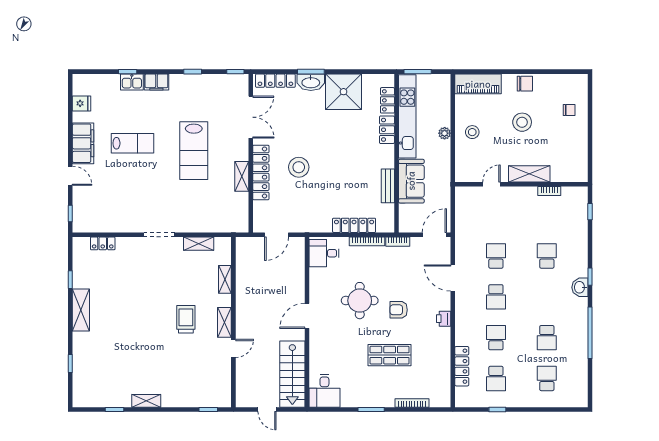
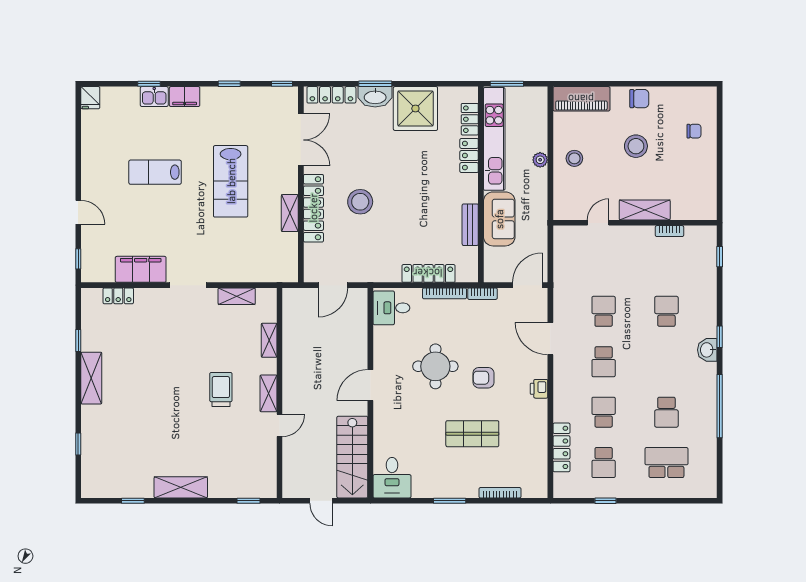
fridge: (82, 103) -> (90, 98), moved, turned 90
filing cabinet: (83, 143) -> (141, 269), moved, turned -90
lab bench: (133, 143) -> (155, 172), turned 180
school desk: (547, 378) -> (666, 463), width x1.85
shelving: (146, 401) -> (181, 487), width x1.50, depth x1.33

